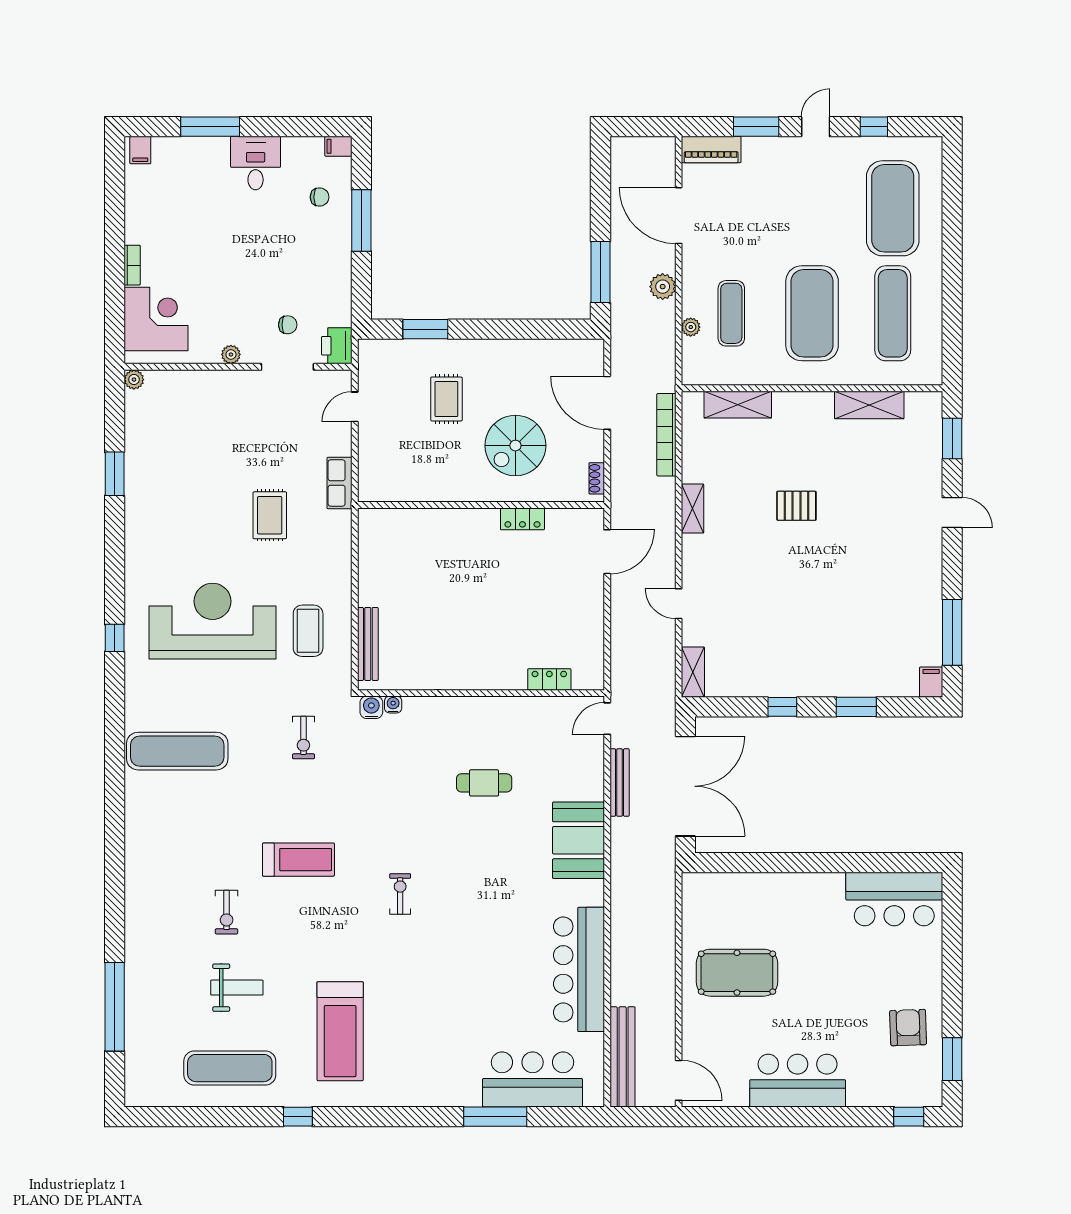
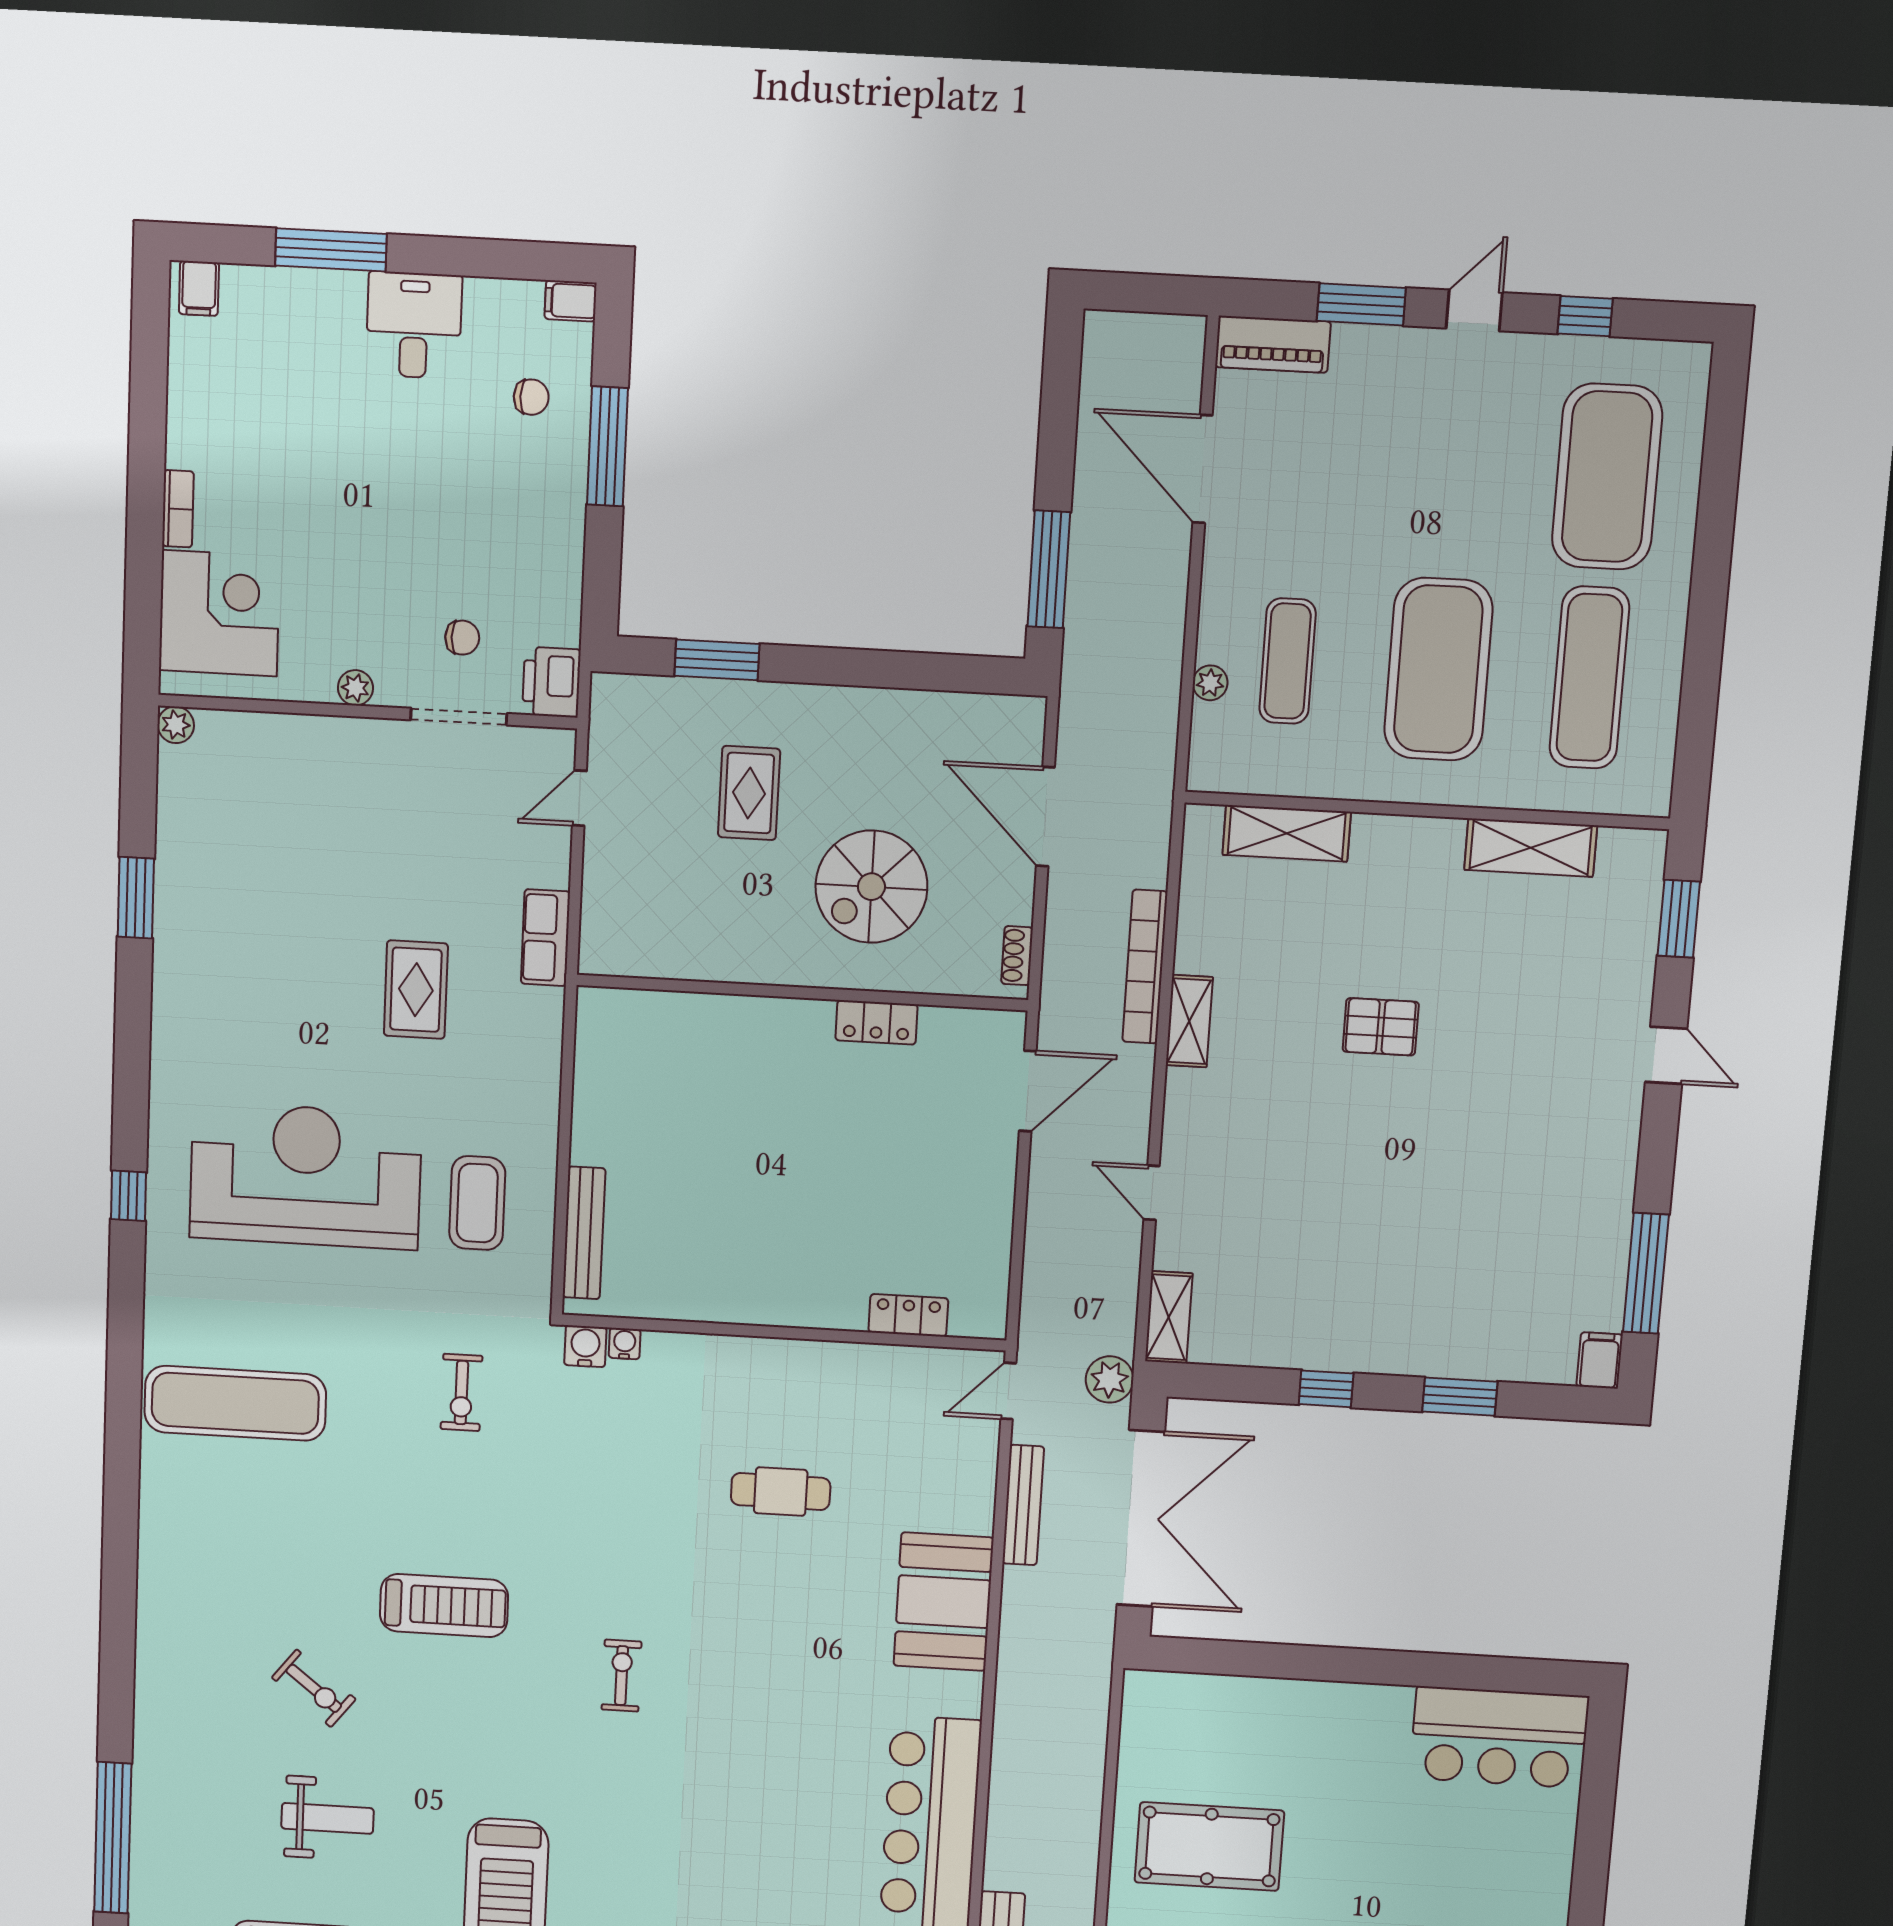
plant: (663, 287) -> (1110, 1379), moved
bookcase: (666, 435) -> (1145, 967), moved
exercise bike: (227, 912) -> (314, 1688), turned -52

